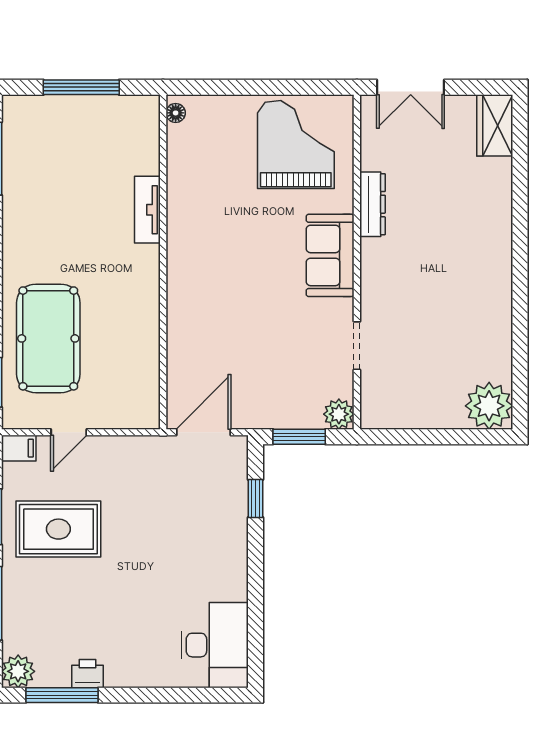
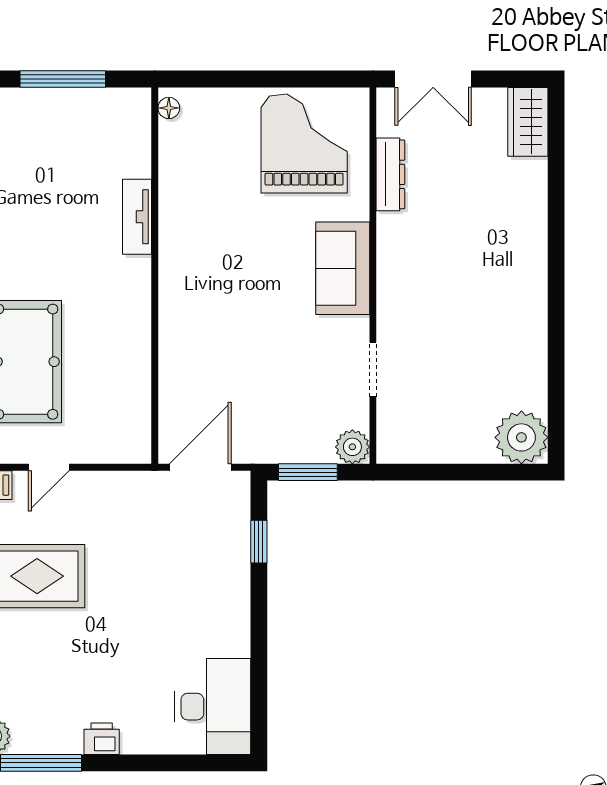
dresser: (373, 204) -> (390, 174), moved
printer: (87, 674) -> (102, 739), moved

